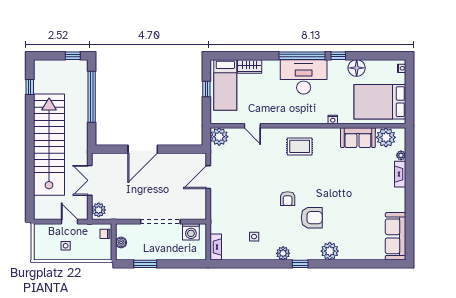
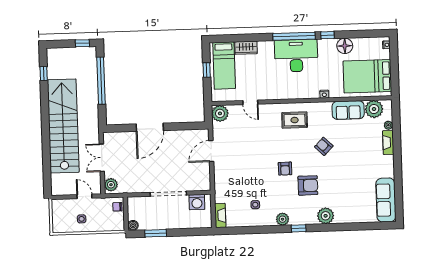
armchair: (330, 176) -> (324, 146), added
boiler: (121, 242) -> (133, 225), moved

